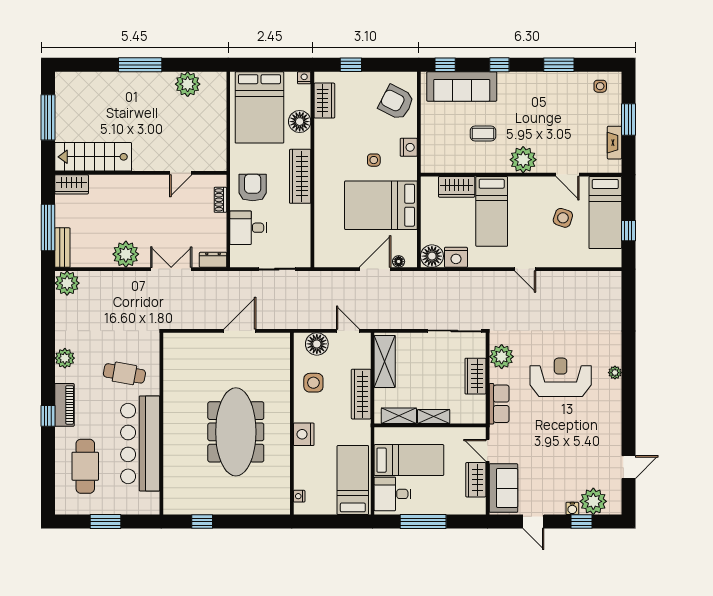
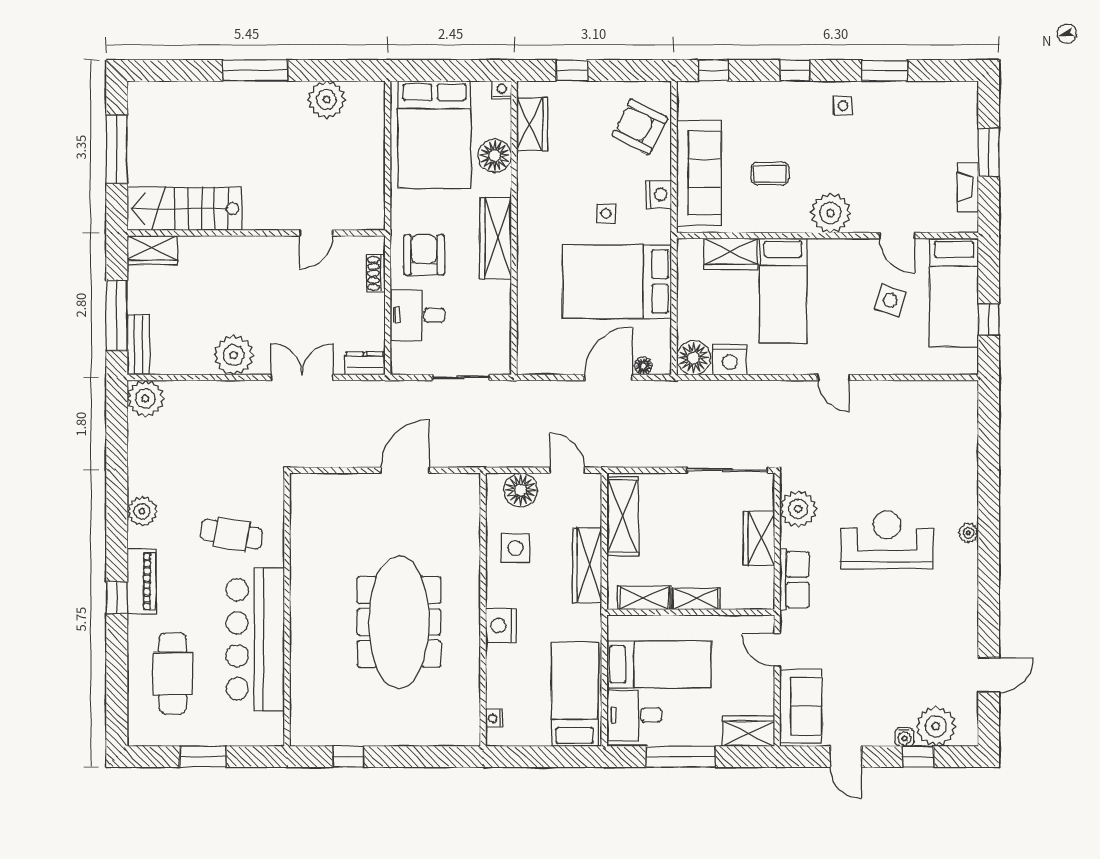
sofa: (462, 86) -> (699, 173), moved, turned -90
side table: (600, 86) -> (843, 106), moved
wardrobe: (476, 480) -> (749, 731), moved, turned 90

